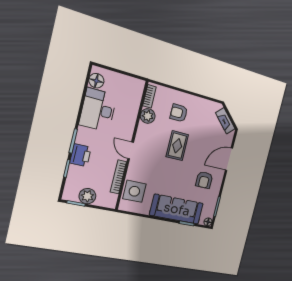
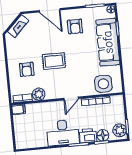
floor lamp: (96, 81) -> (103, 135), moved
filing cabinet: (138, 87) -> (19, 109), added
desk: (98, 110) -> (63, 133), moved
armchair: (204, 180) -> (75, 27), turned 90
plant: (87, 196) -> (120, 130), moved

